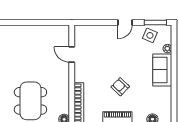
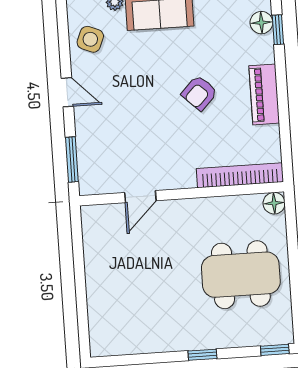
window: (155, 23) -> (72, 160), moved

